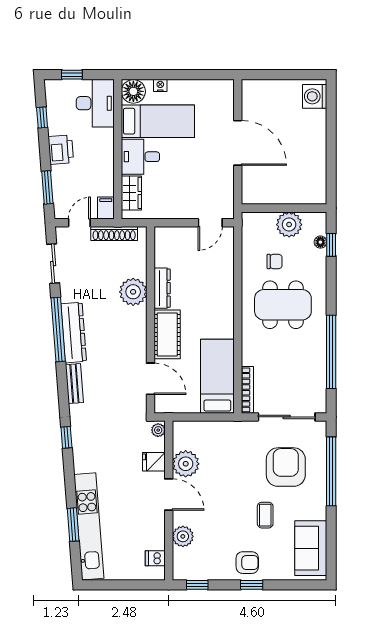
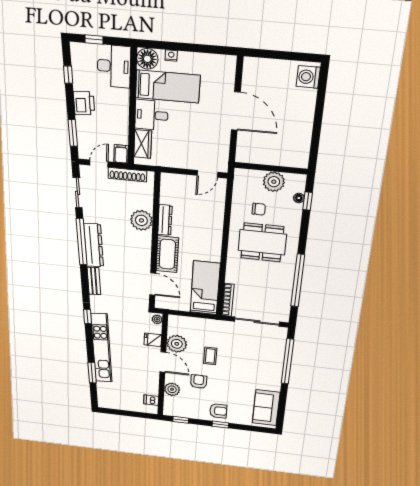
armchair: (286, 467) -> (199, 382), moved, width x0.53, depth x0.53
coffee table: (265, 515) -> (210, 356), moved
kitchen unit: (89, 526) -> (101, 348), moved

